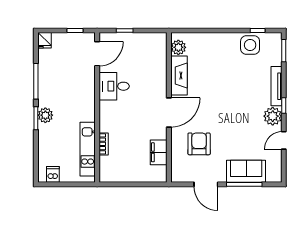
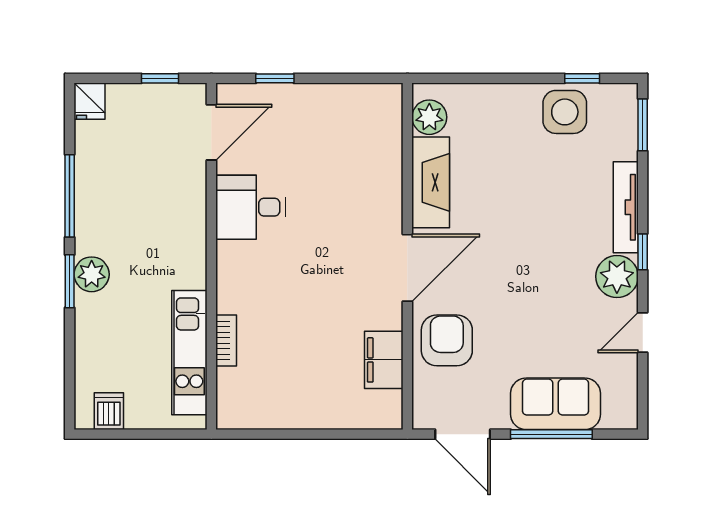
plant: (178, 47) -> (429, 117), moved
fireplace: (179, 75) -> (431, 182), moved
wall: (169, 107) -> (407, 256), moved
door: (169, 112) -> (407, 268), moved
filing cabinet: (159, 152) -> (384, 360), moved

